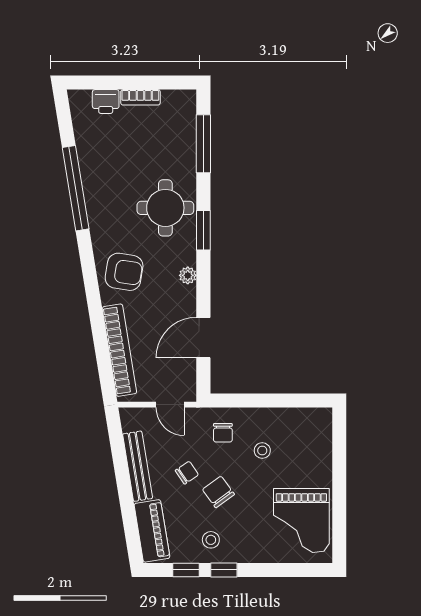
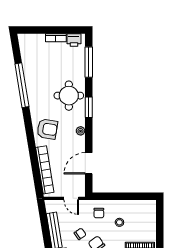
printer: (106, 102) -> (74, 40), moved

